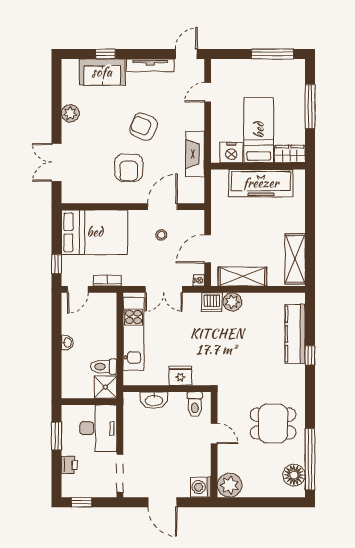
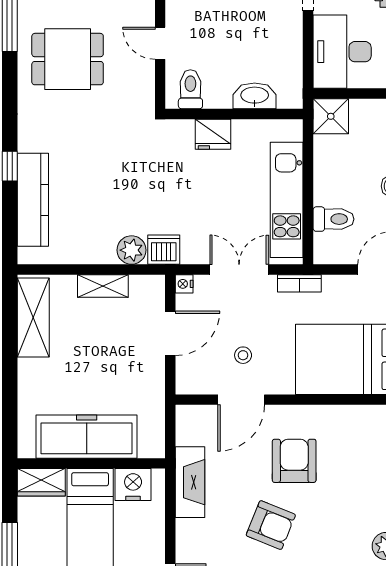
shelving: (243, 277) -> (103, 286), width x0.67, depth x0.75
bookcase: (107, 281) -> (299, 283), moved
toilet: (104, 367) -> (333, 219), moved

